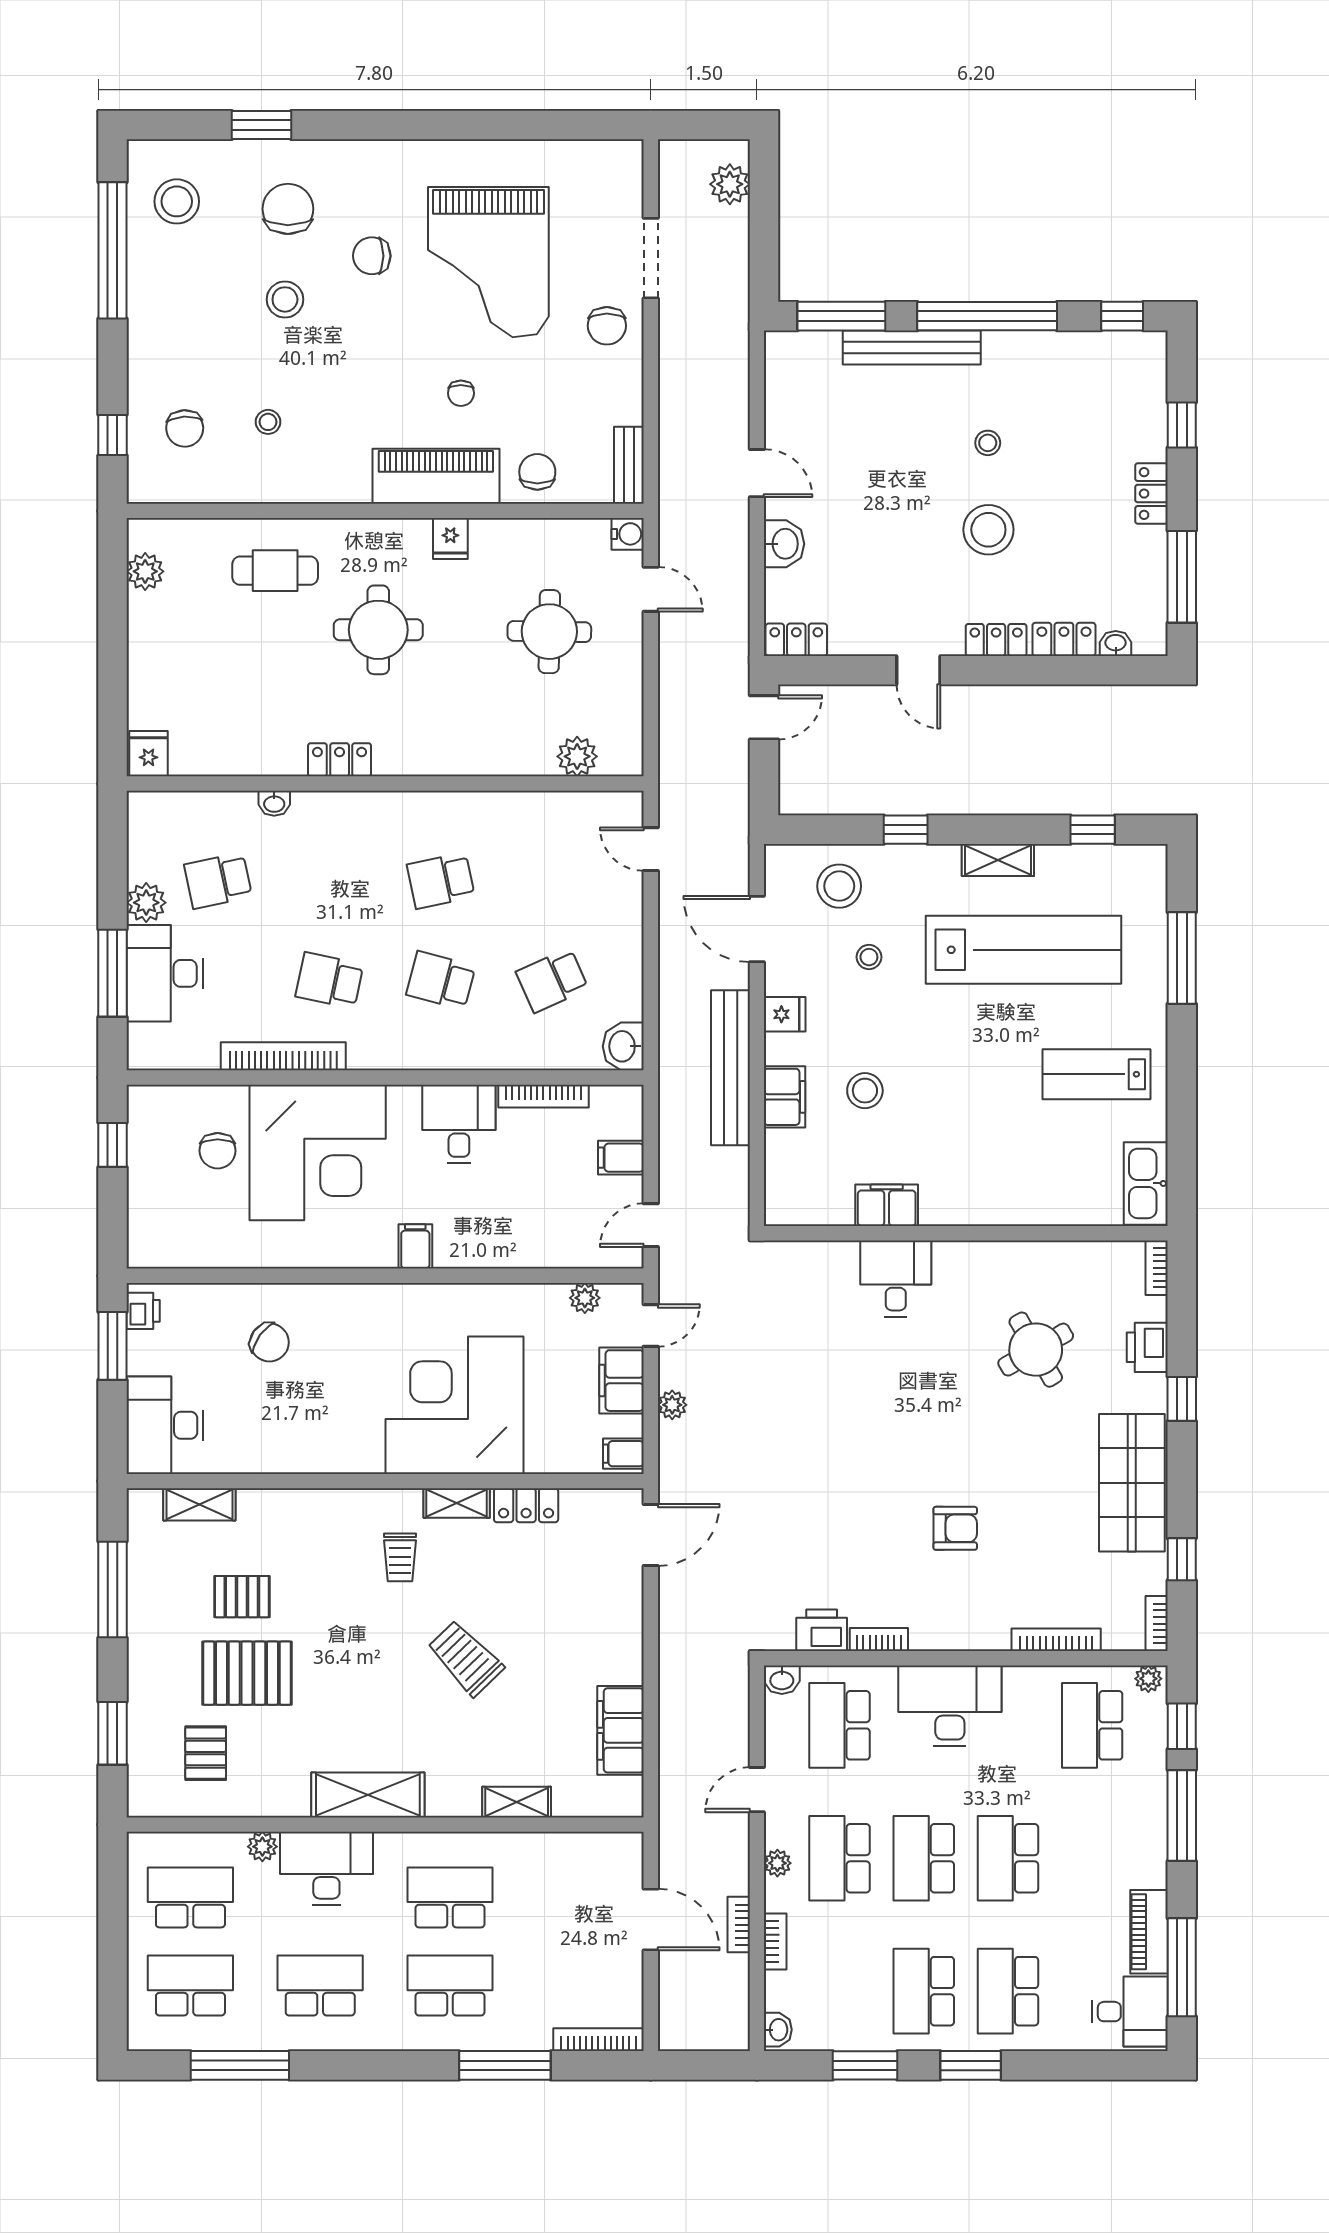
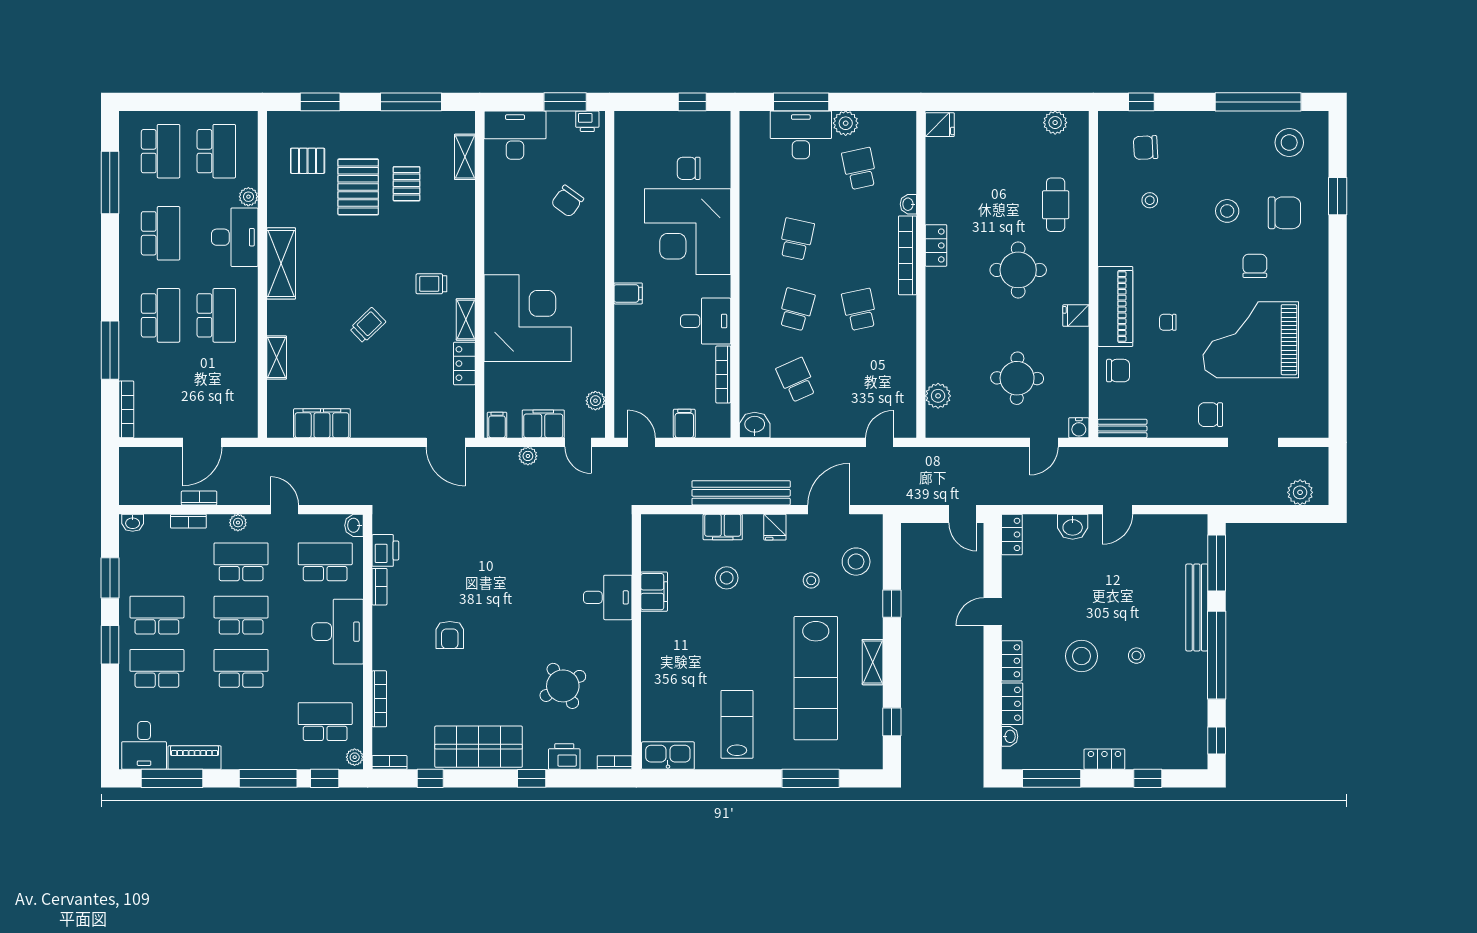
bookcase: (283, 1056) -> (907, 255), moved, turned 180
trolley: (466, 1658) -> (368, 325), width x0.73, depth x0.72

